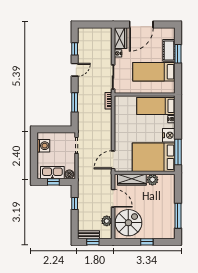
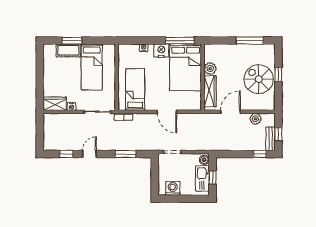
door: (141, 25) -> (40, 81), removed
door: (75, 70) -> (89, 154), hinge flipped
bed: (156, 106) -> (135, 90), moved, turned 180
door: (113, 160) -> (167, 112), moved
window: (75, 203) -> (260, 154), moved
spiral stairs: (128, 223) -> (259, 79), moved

